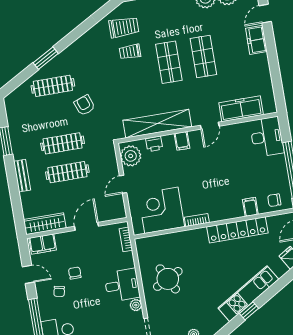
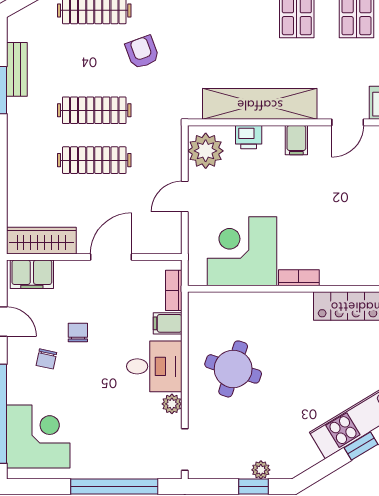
bench: (22, 176) -> (17, 69), moved
filing cabinet: (126, 259) -> (168, 323), added
round table: (168, 279) -> (233, 369), turned 45

